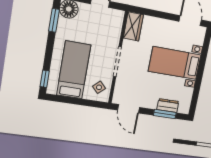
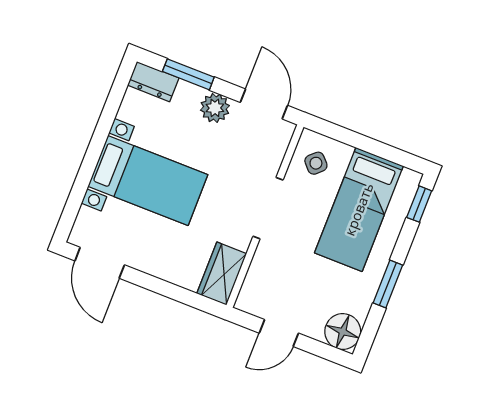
window: (54, 20) -> (388, 284), moved
plant: (150, 102) -> (215, 108), added
dresser: (168, 106) -> (153, 82), moved

